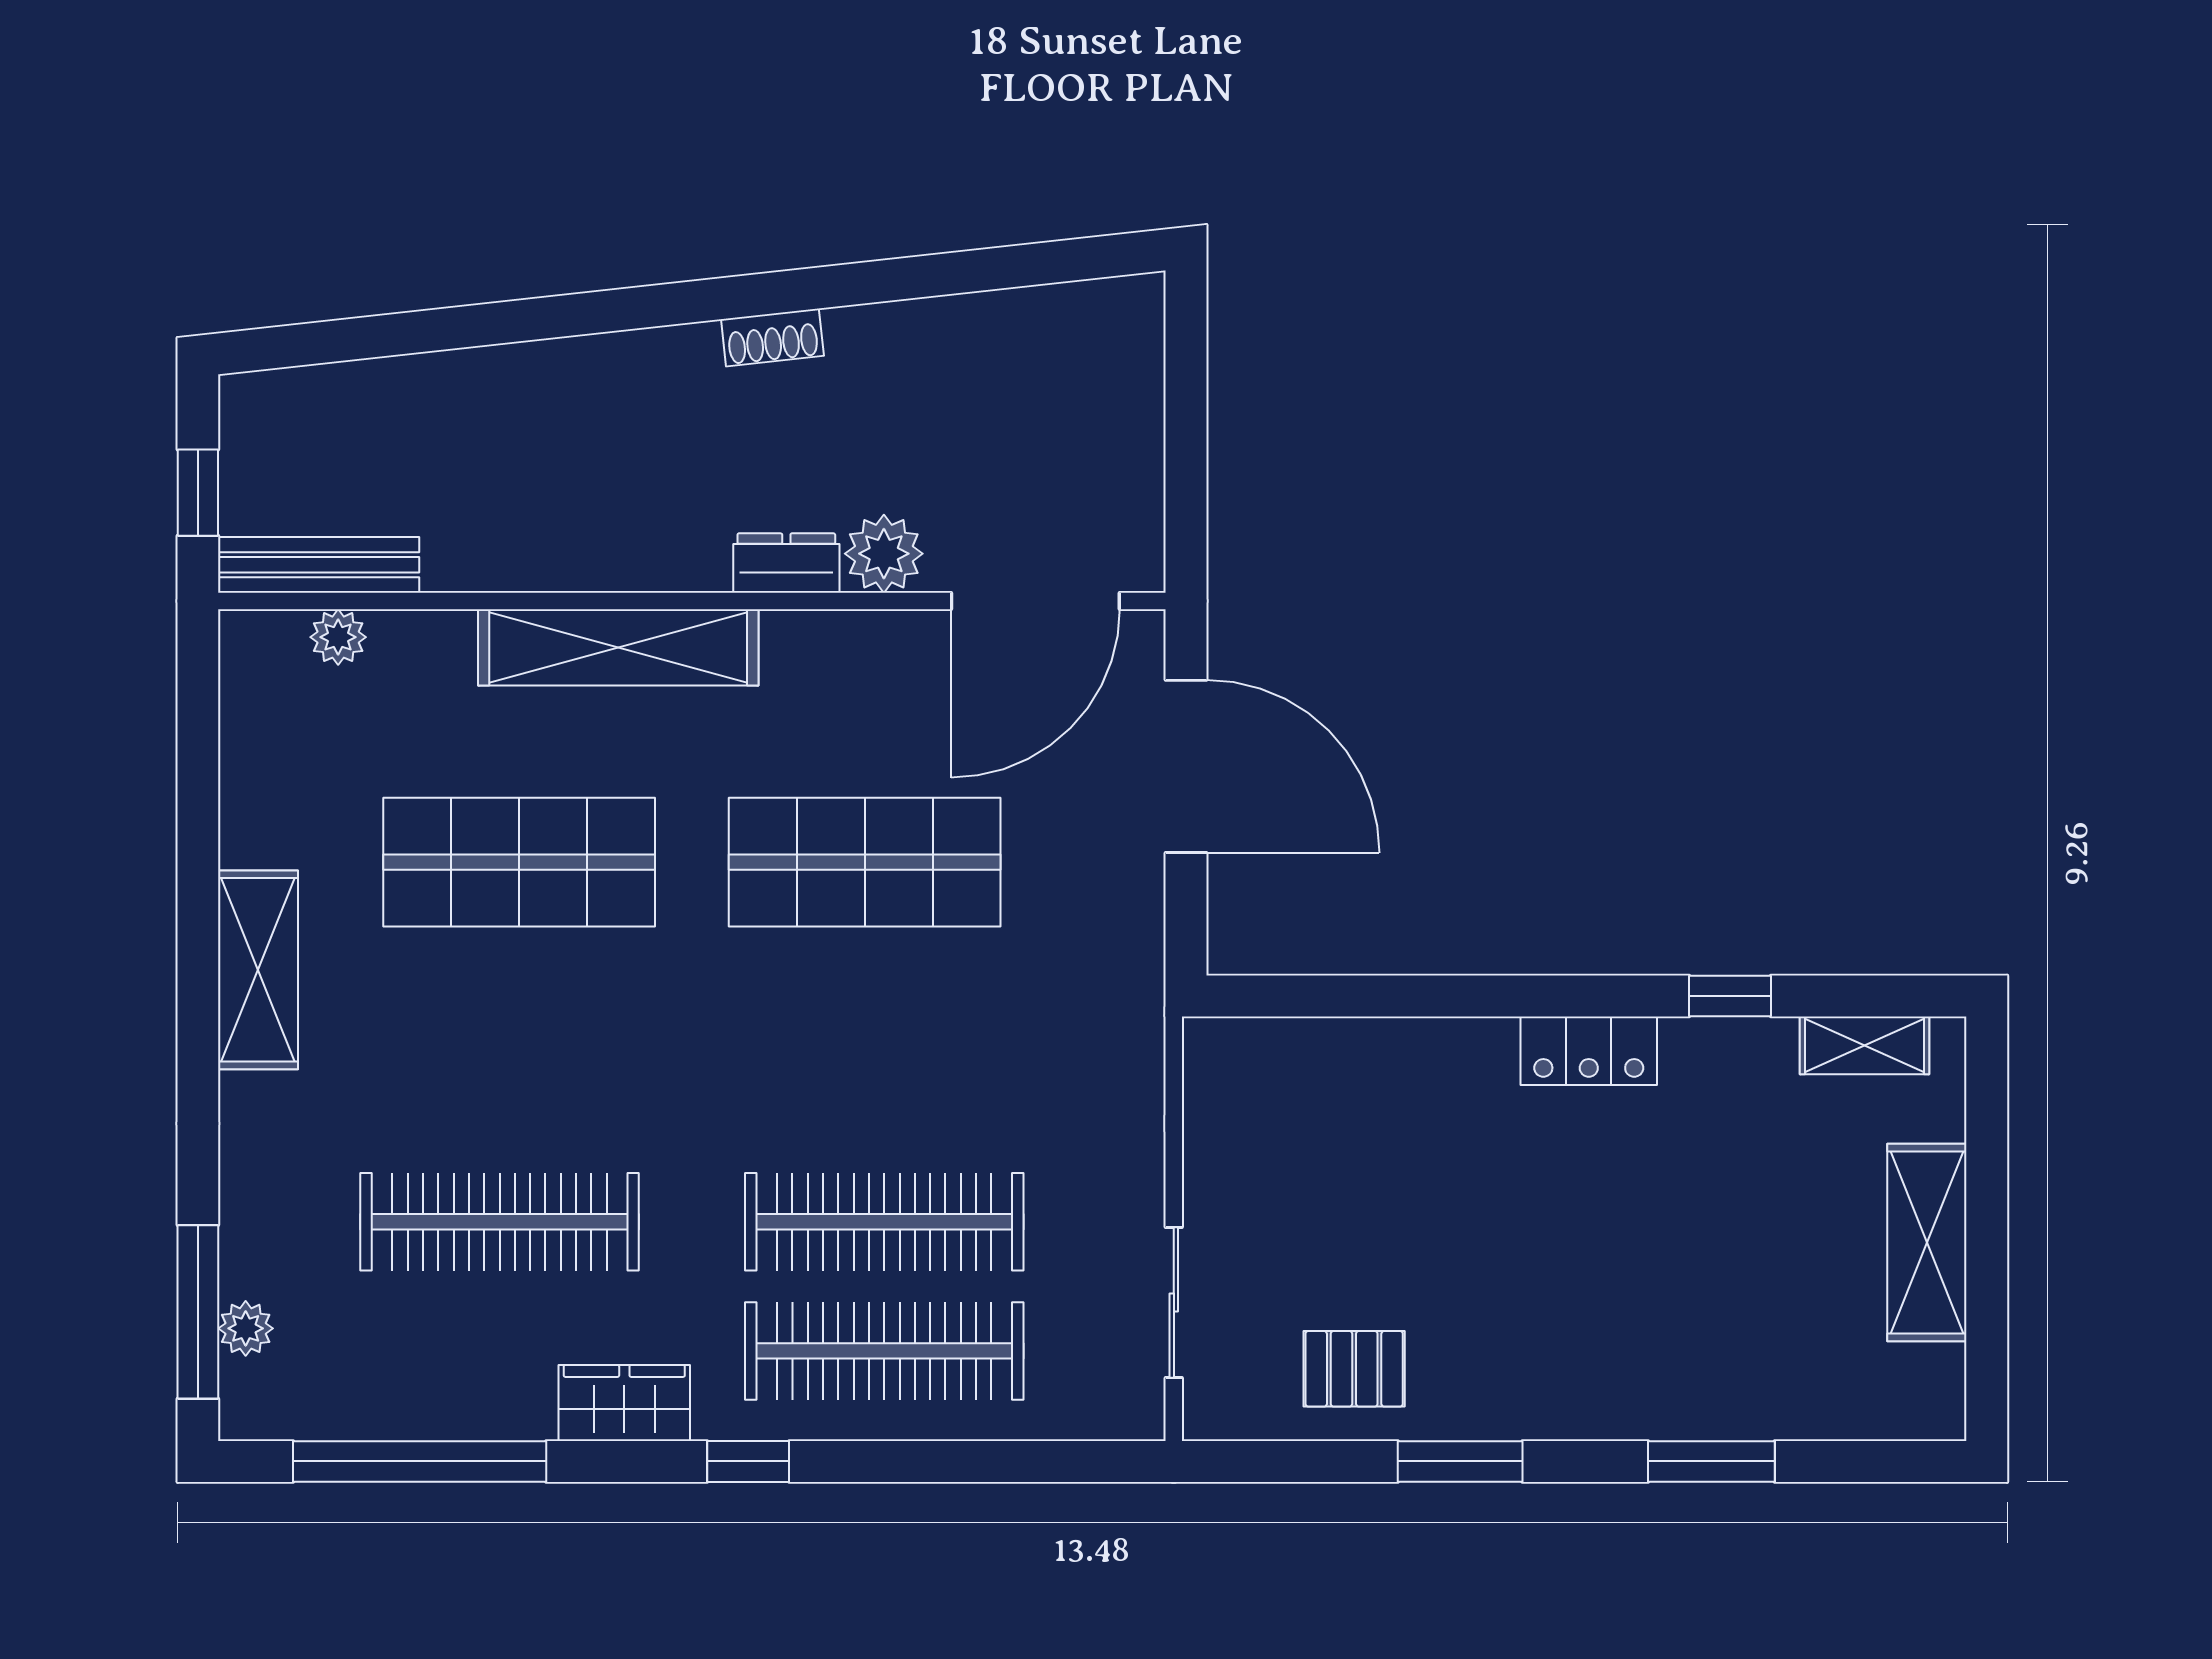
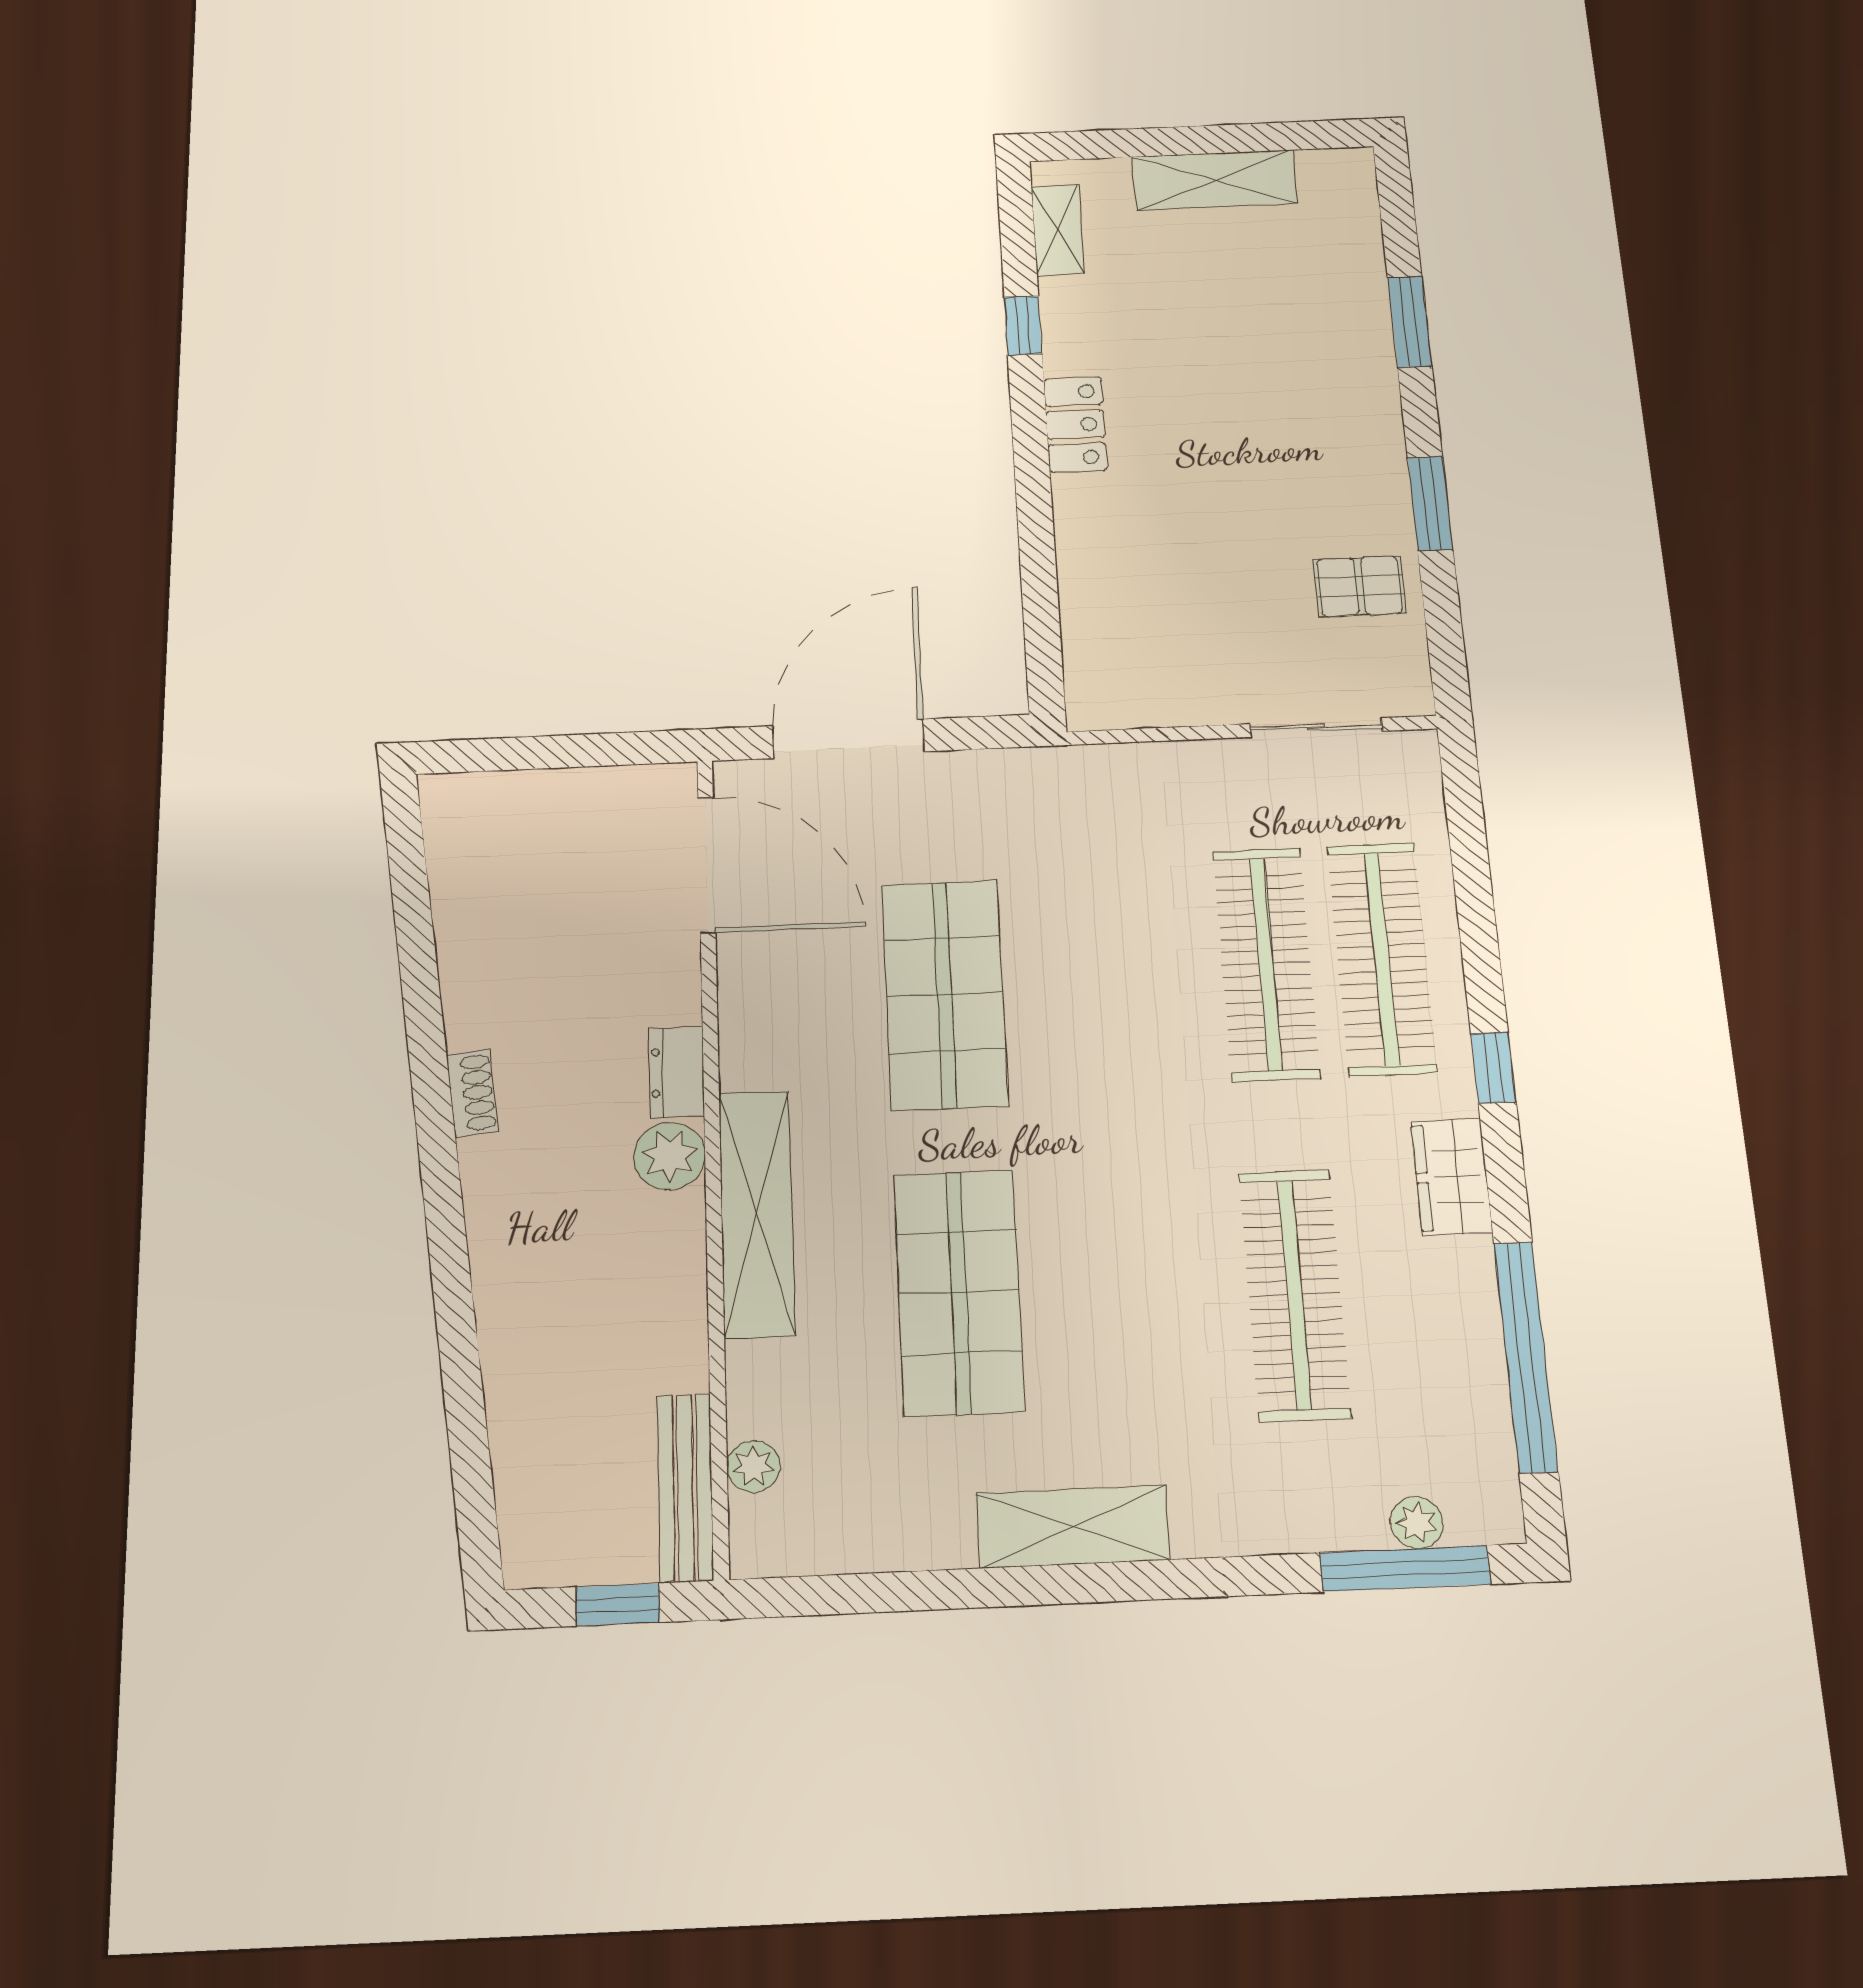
plant: (884, 554) -> (670, 1156), moved
pallet: (1354, 1369) -> (1360, 586), turned 90

